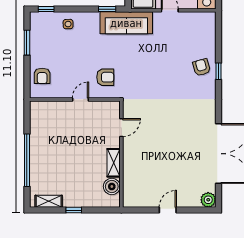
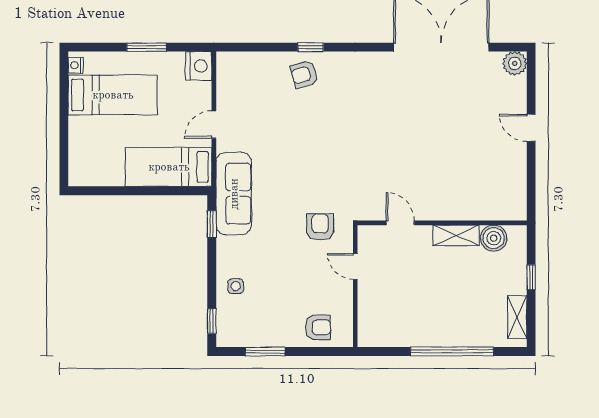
door: (121, 128) -> (400, 223), moved
wall: (121, 154) -> (442, 223), moved
shelving: (114, 163) -> (456, 235), moved
boiler: (112, 186) -> (494, 238), moved

